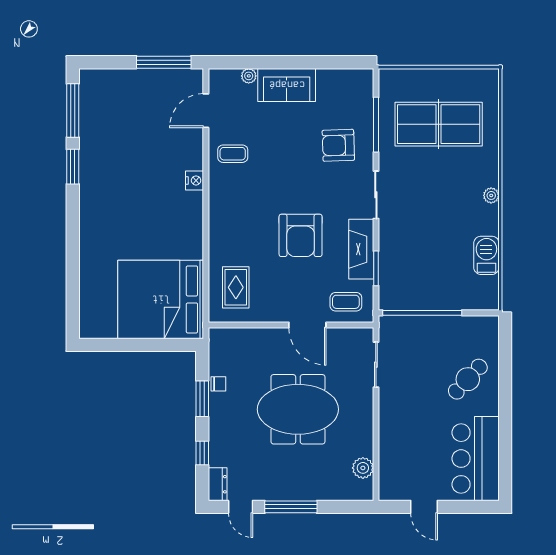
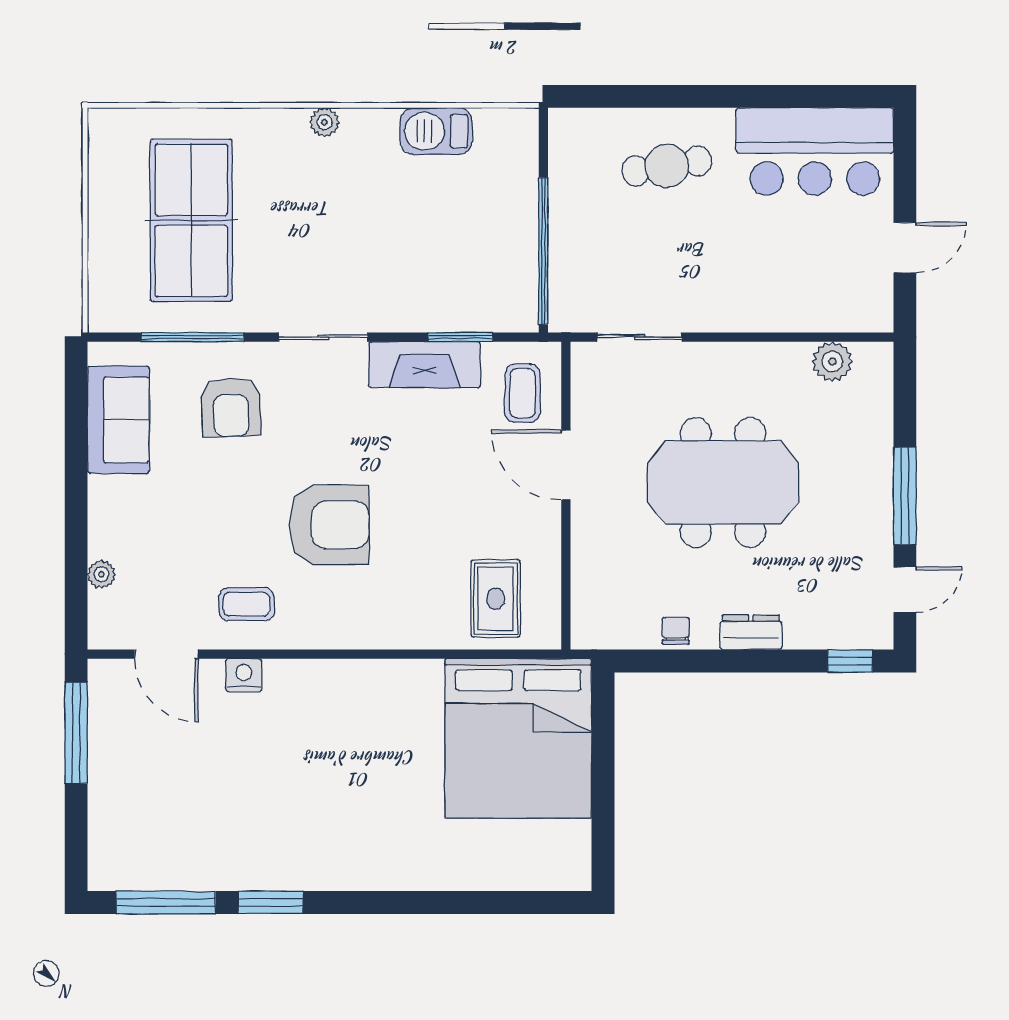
sofa: (287, 85) -> (118, 420), moved
coffee table: (233, 154) -> (246, 604), turned 90
nightstand: (195, 180) -> (244, 675), moved
armchair: (301, 235) -> (329, 525), moved
rug: (236, 287) -> (496, 599), turned 90
door: (307, 325) -> (566, 465), swing flipped
cafe table: (468, 379) -> (667, 166), turned -52
window: (202, 399) -> (703, 661), removed
meeting table: (298, 409) -> (723, 483), turned 90
window: (202, 453) -> (850, 661), moved
dresser: (218, 484) -> (751, 632), moved

